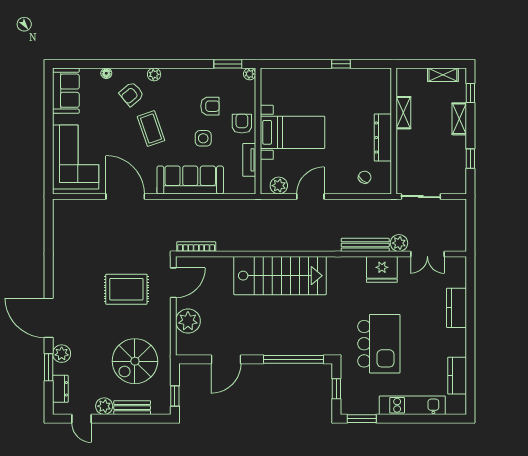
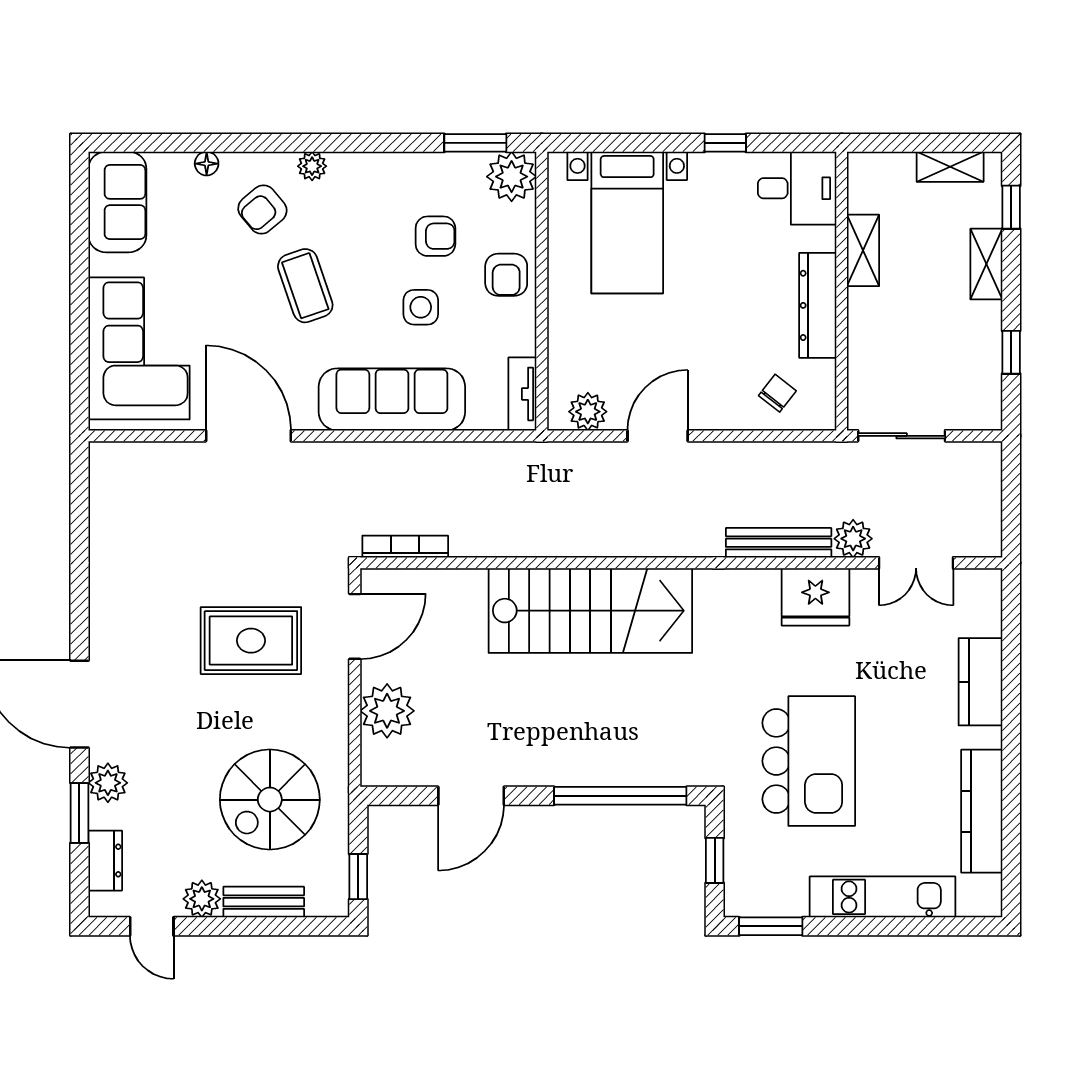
plant: (250, 74) -> (512, 177), width x1.87, depth x1.87
desk: (374, 84) -> (797, 188), added
armchair: (242, 124) -> (506, 275), turned 180
bed with nightstands: (292, 132) -> (627, 223), moved, turned 90
tv unit: (249, 160) -> (522, 394), moved
kitchen counter: (457, 376) -> (982, 811), width x1.50

